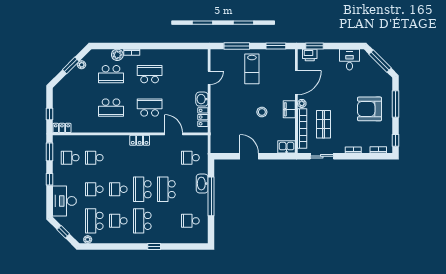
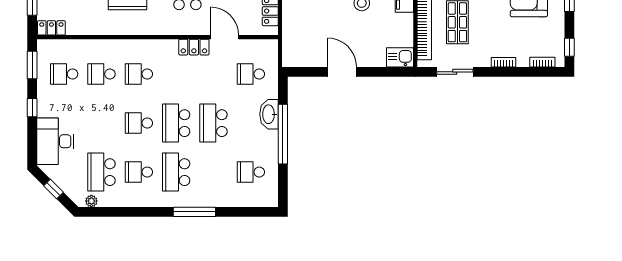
locker: (140, 140) -> (194, 47), moved
school desk: (94, 189) -> (139, 74), moved
window: (154, 246) -> (194, 212), width x2.17

